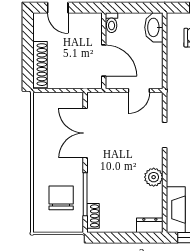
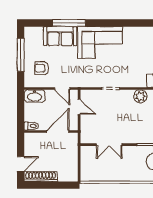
shoe rack: (40, 65) -> (41, 177), moved
door: (165, 67) -> (62, 89), added
double door: (85, 133) -> (109, 145), width x0.73

